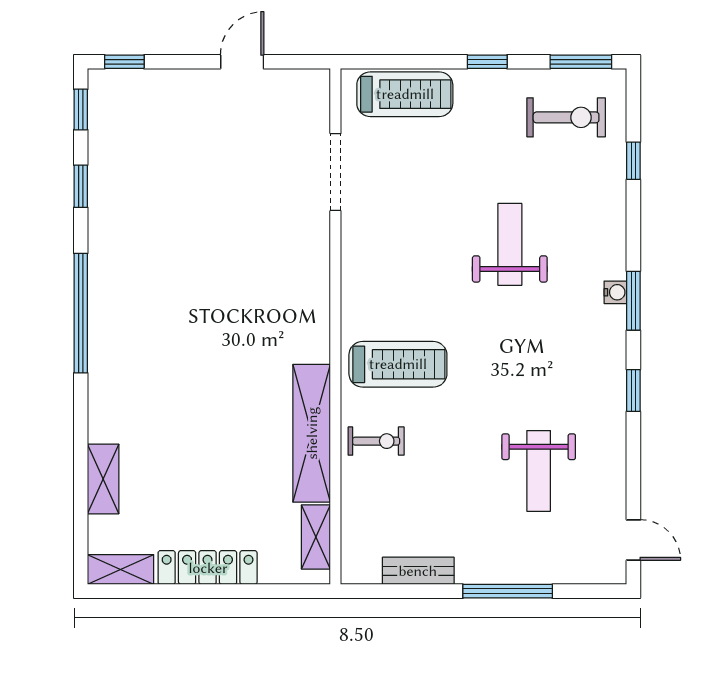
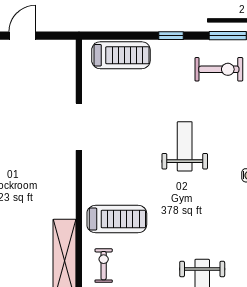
doorway: (335, 172) -> (79, 127), moved
exercise bike: (376, 441) -> (104, 266), turned -90

